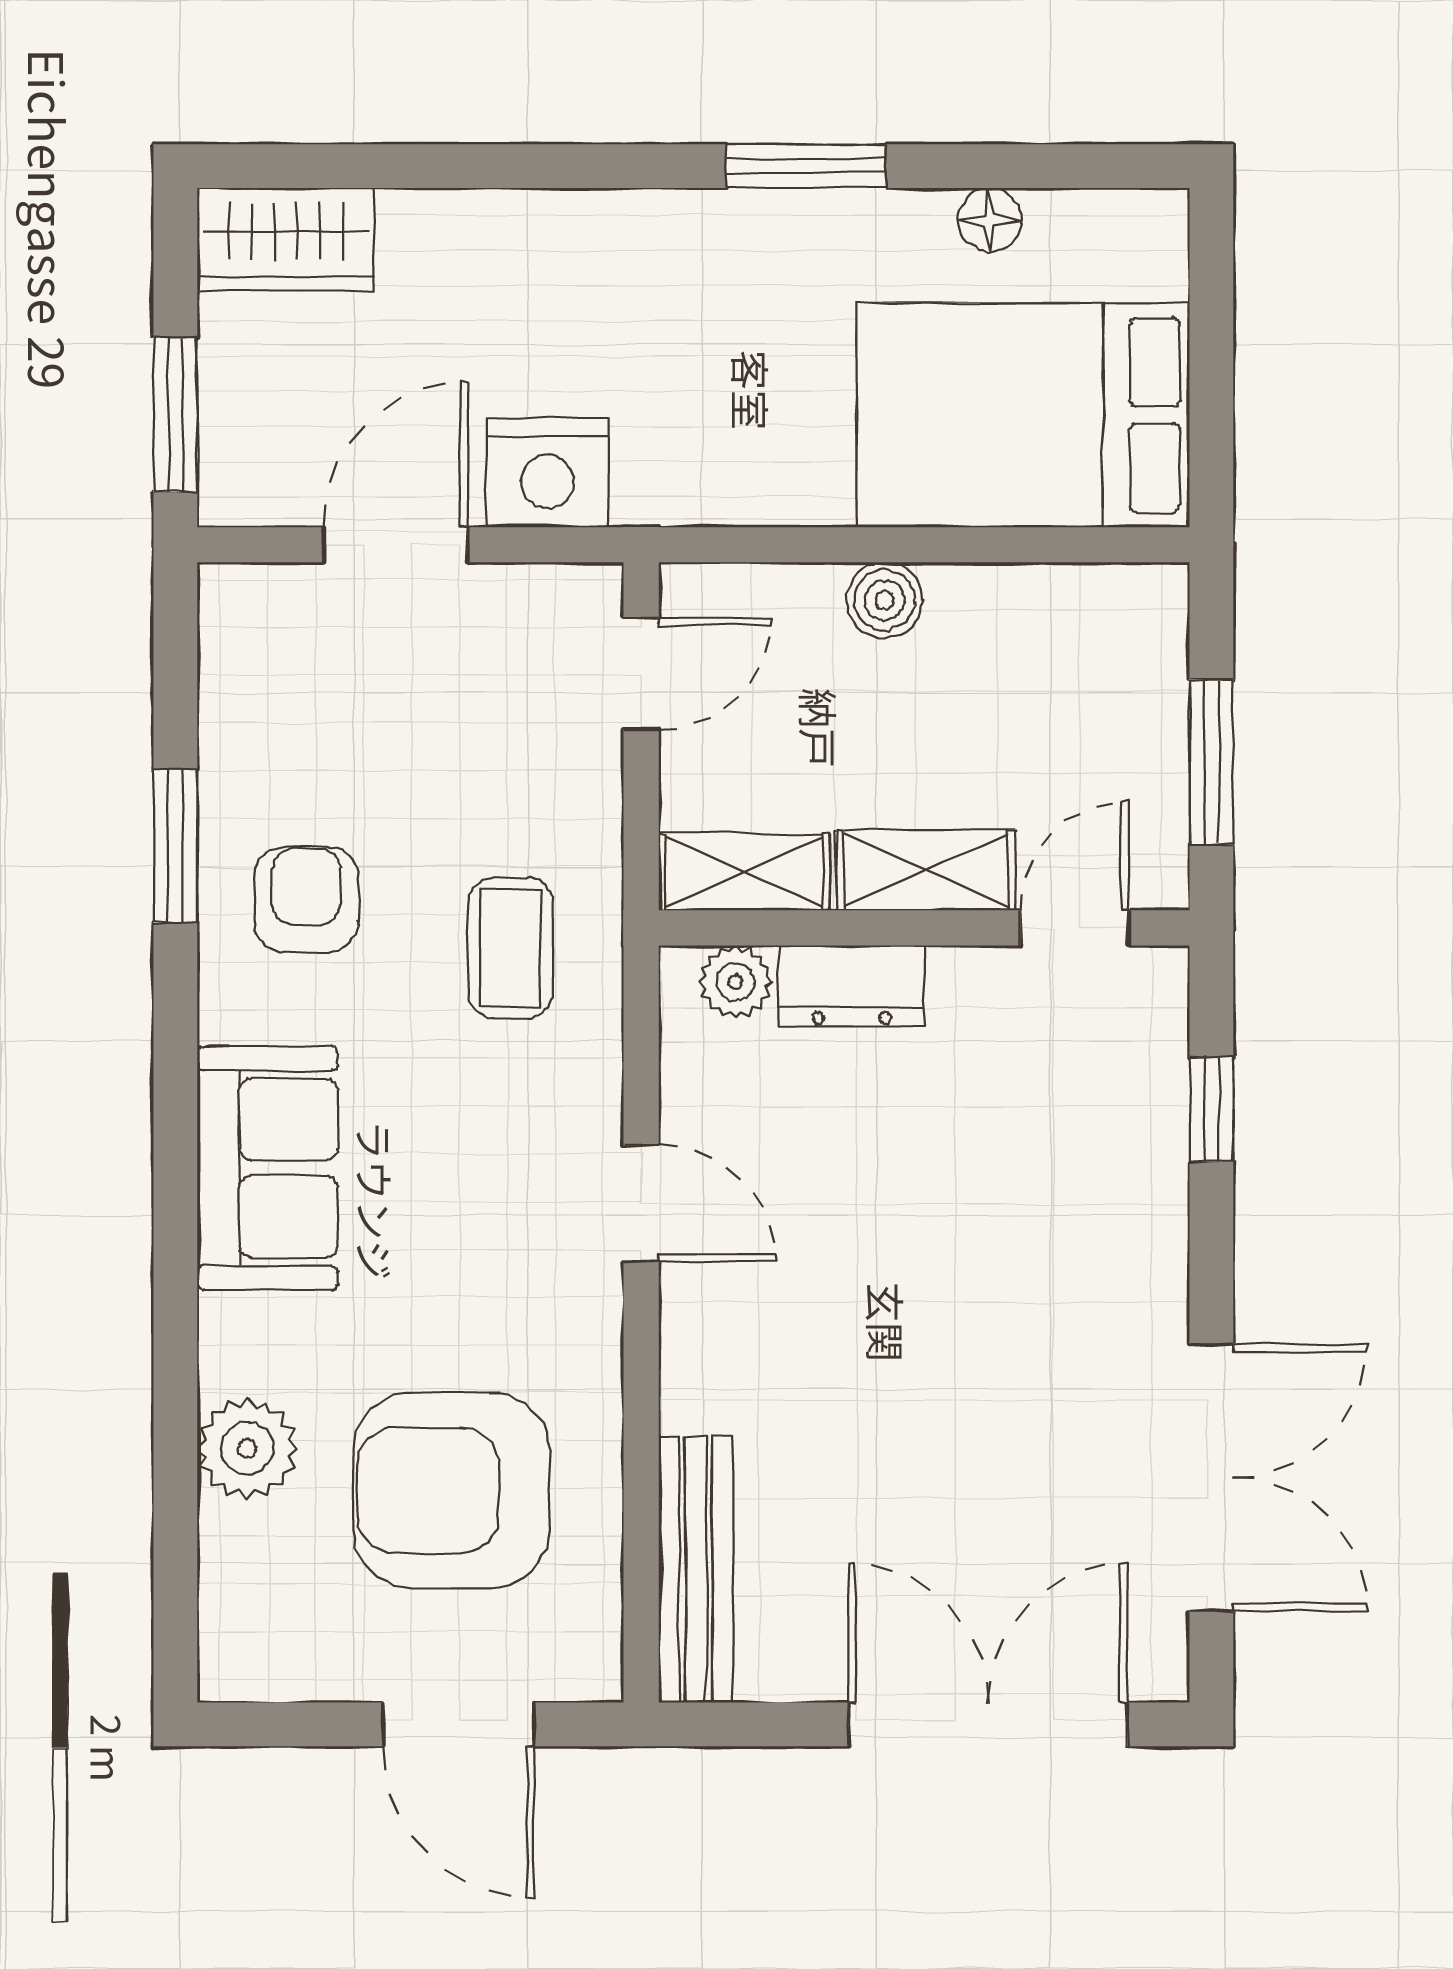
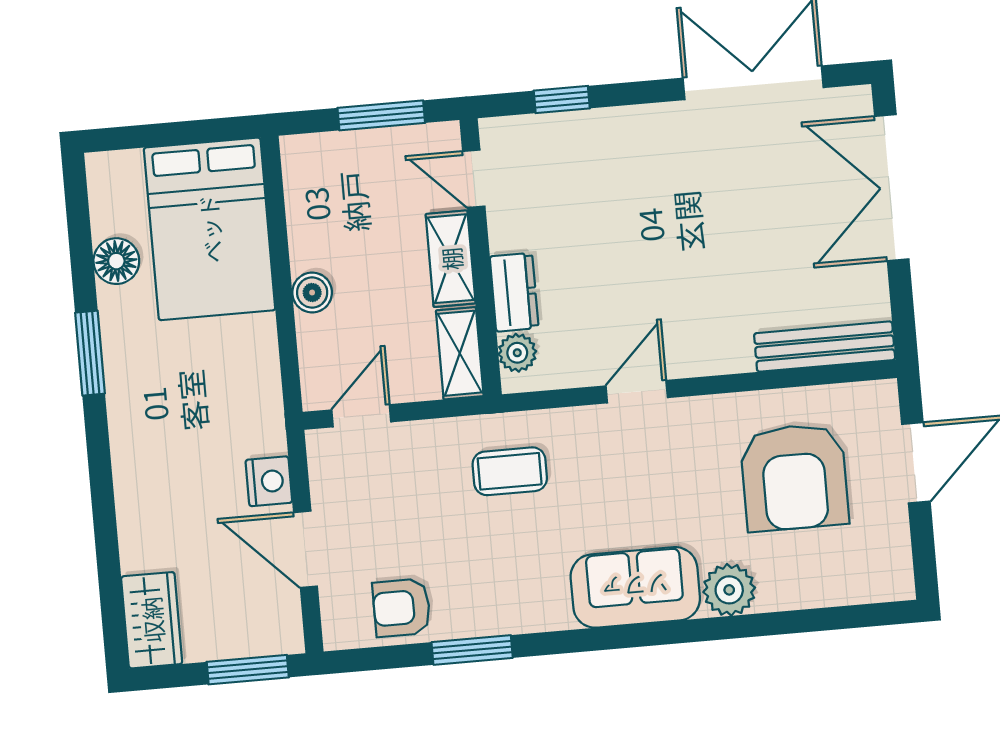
floor lamp: (989, 220) -> (116, 261), width x1.37, depth x1.37
nightstand: (548, 473) -> (269, 481), width x0.74, depth x0.75
door: (641, 674) -> (361, 416), hinge flipped
armchair: (306, 899) -> (402, 608), moved
plant: (247, 1448) -> (729, 590), moved

